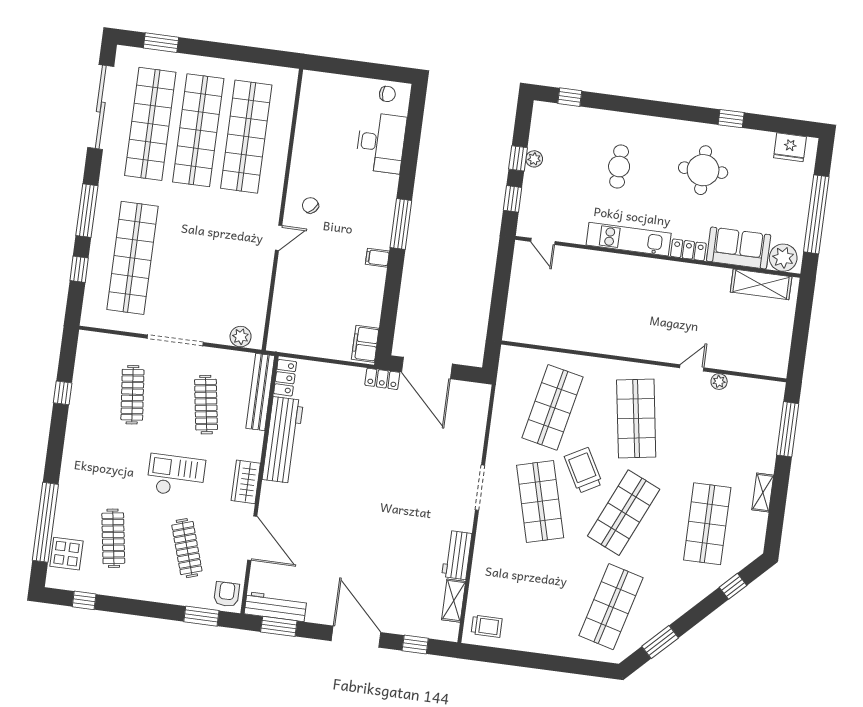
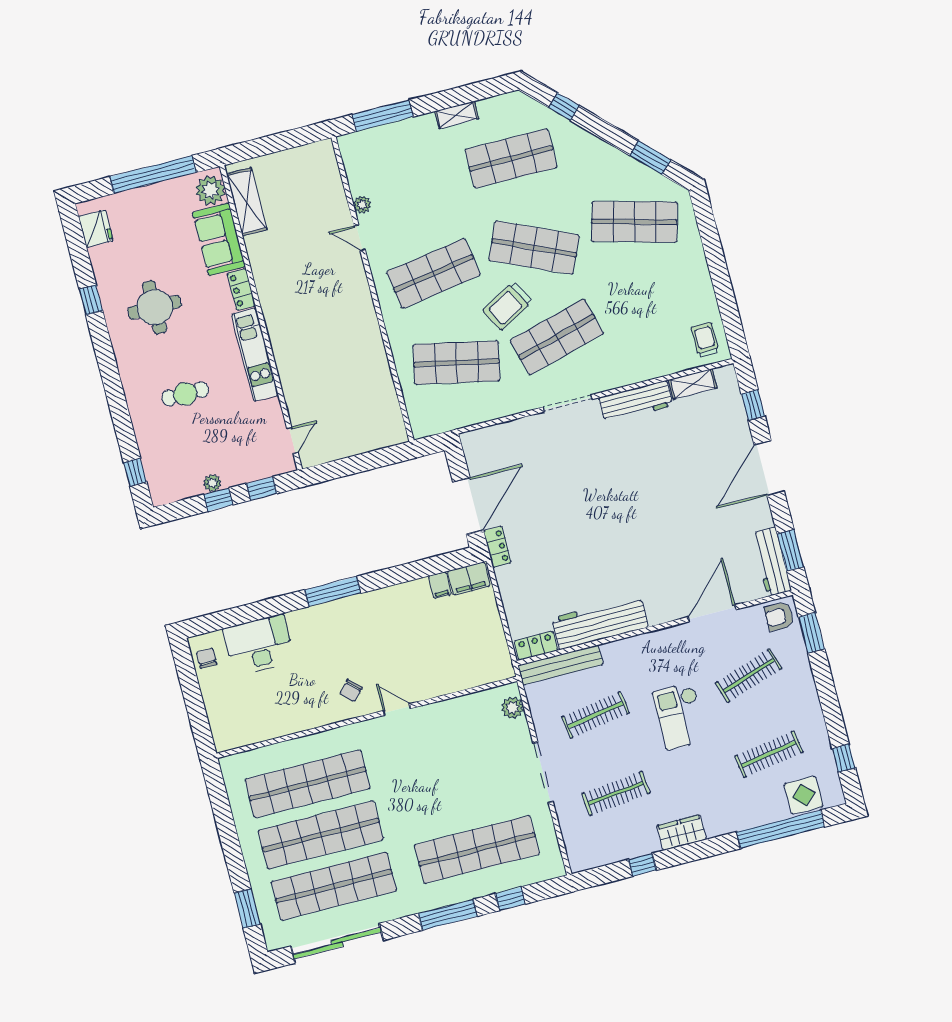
filing cabinet: (377, 258) -> (440, 585), moved
wardrobe: (246, 482) -> (681, 833), moved, turned 180
workbench: (457, 555) -> (636, 402), width x1.37

